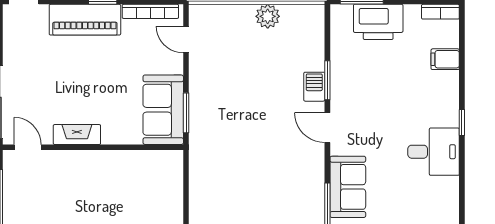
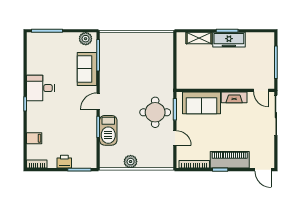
printer: (378, 22) -> (64, 162), width x0.53, depth x0.68
door: (186, 40) -> (175, 138), moved
barbecue: (314, 87) -> (108, 130), width x1.88, depth x1.53
round table: (222, 107) -> (155, 112), added
sofa: (163, 110) -> (201, 103), moved, turned 90
door: (327, 128) -> (98, 101), swing flipped

